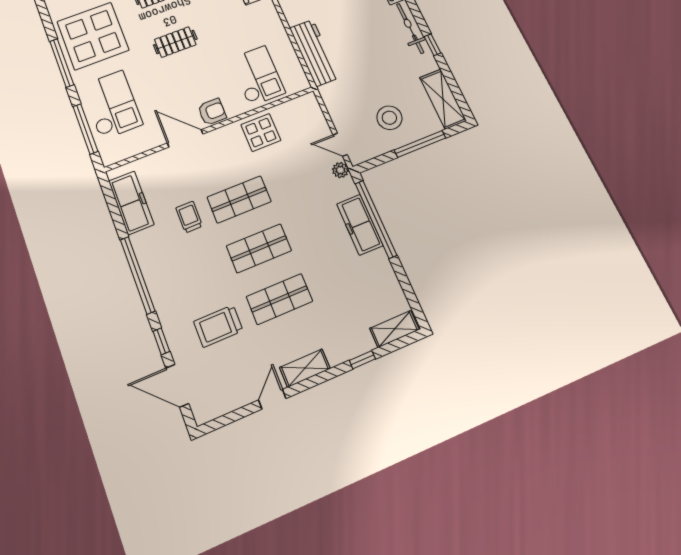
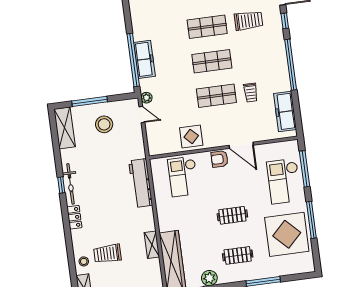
window: (432, 45) -> (61, 185), moved

